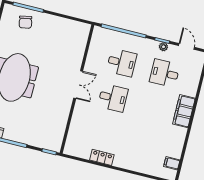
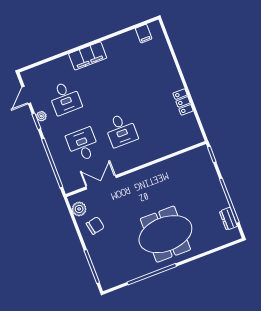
chair: (25, 22) -> (95, 226), moved
plant: (77, 27) -> (79, 209), added
double door: (78, 85) -> (101, 182), moved
desk: (113, 98) -> (121, 130), turned 180

